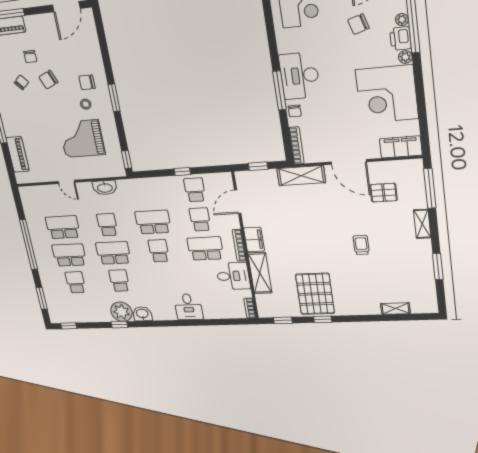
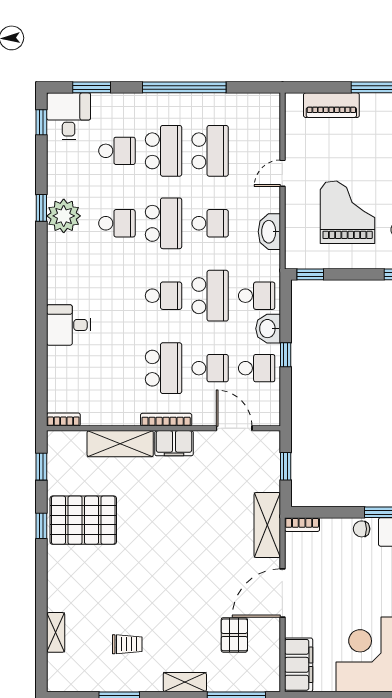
bookcase: (296, 146) -> (302, 525), width x0.64
school desk: (147, 193) -> (257, 296), added
trolley: (361, 245) -> (127, 644), moved
desk: (233, 276) -> (69, 116), moved, turned 180
washbasin: (142, 314) -> (268, 329), moved, turned 180

